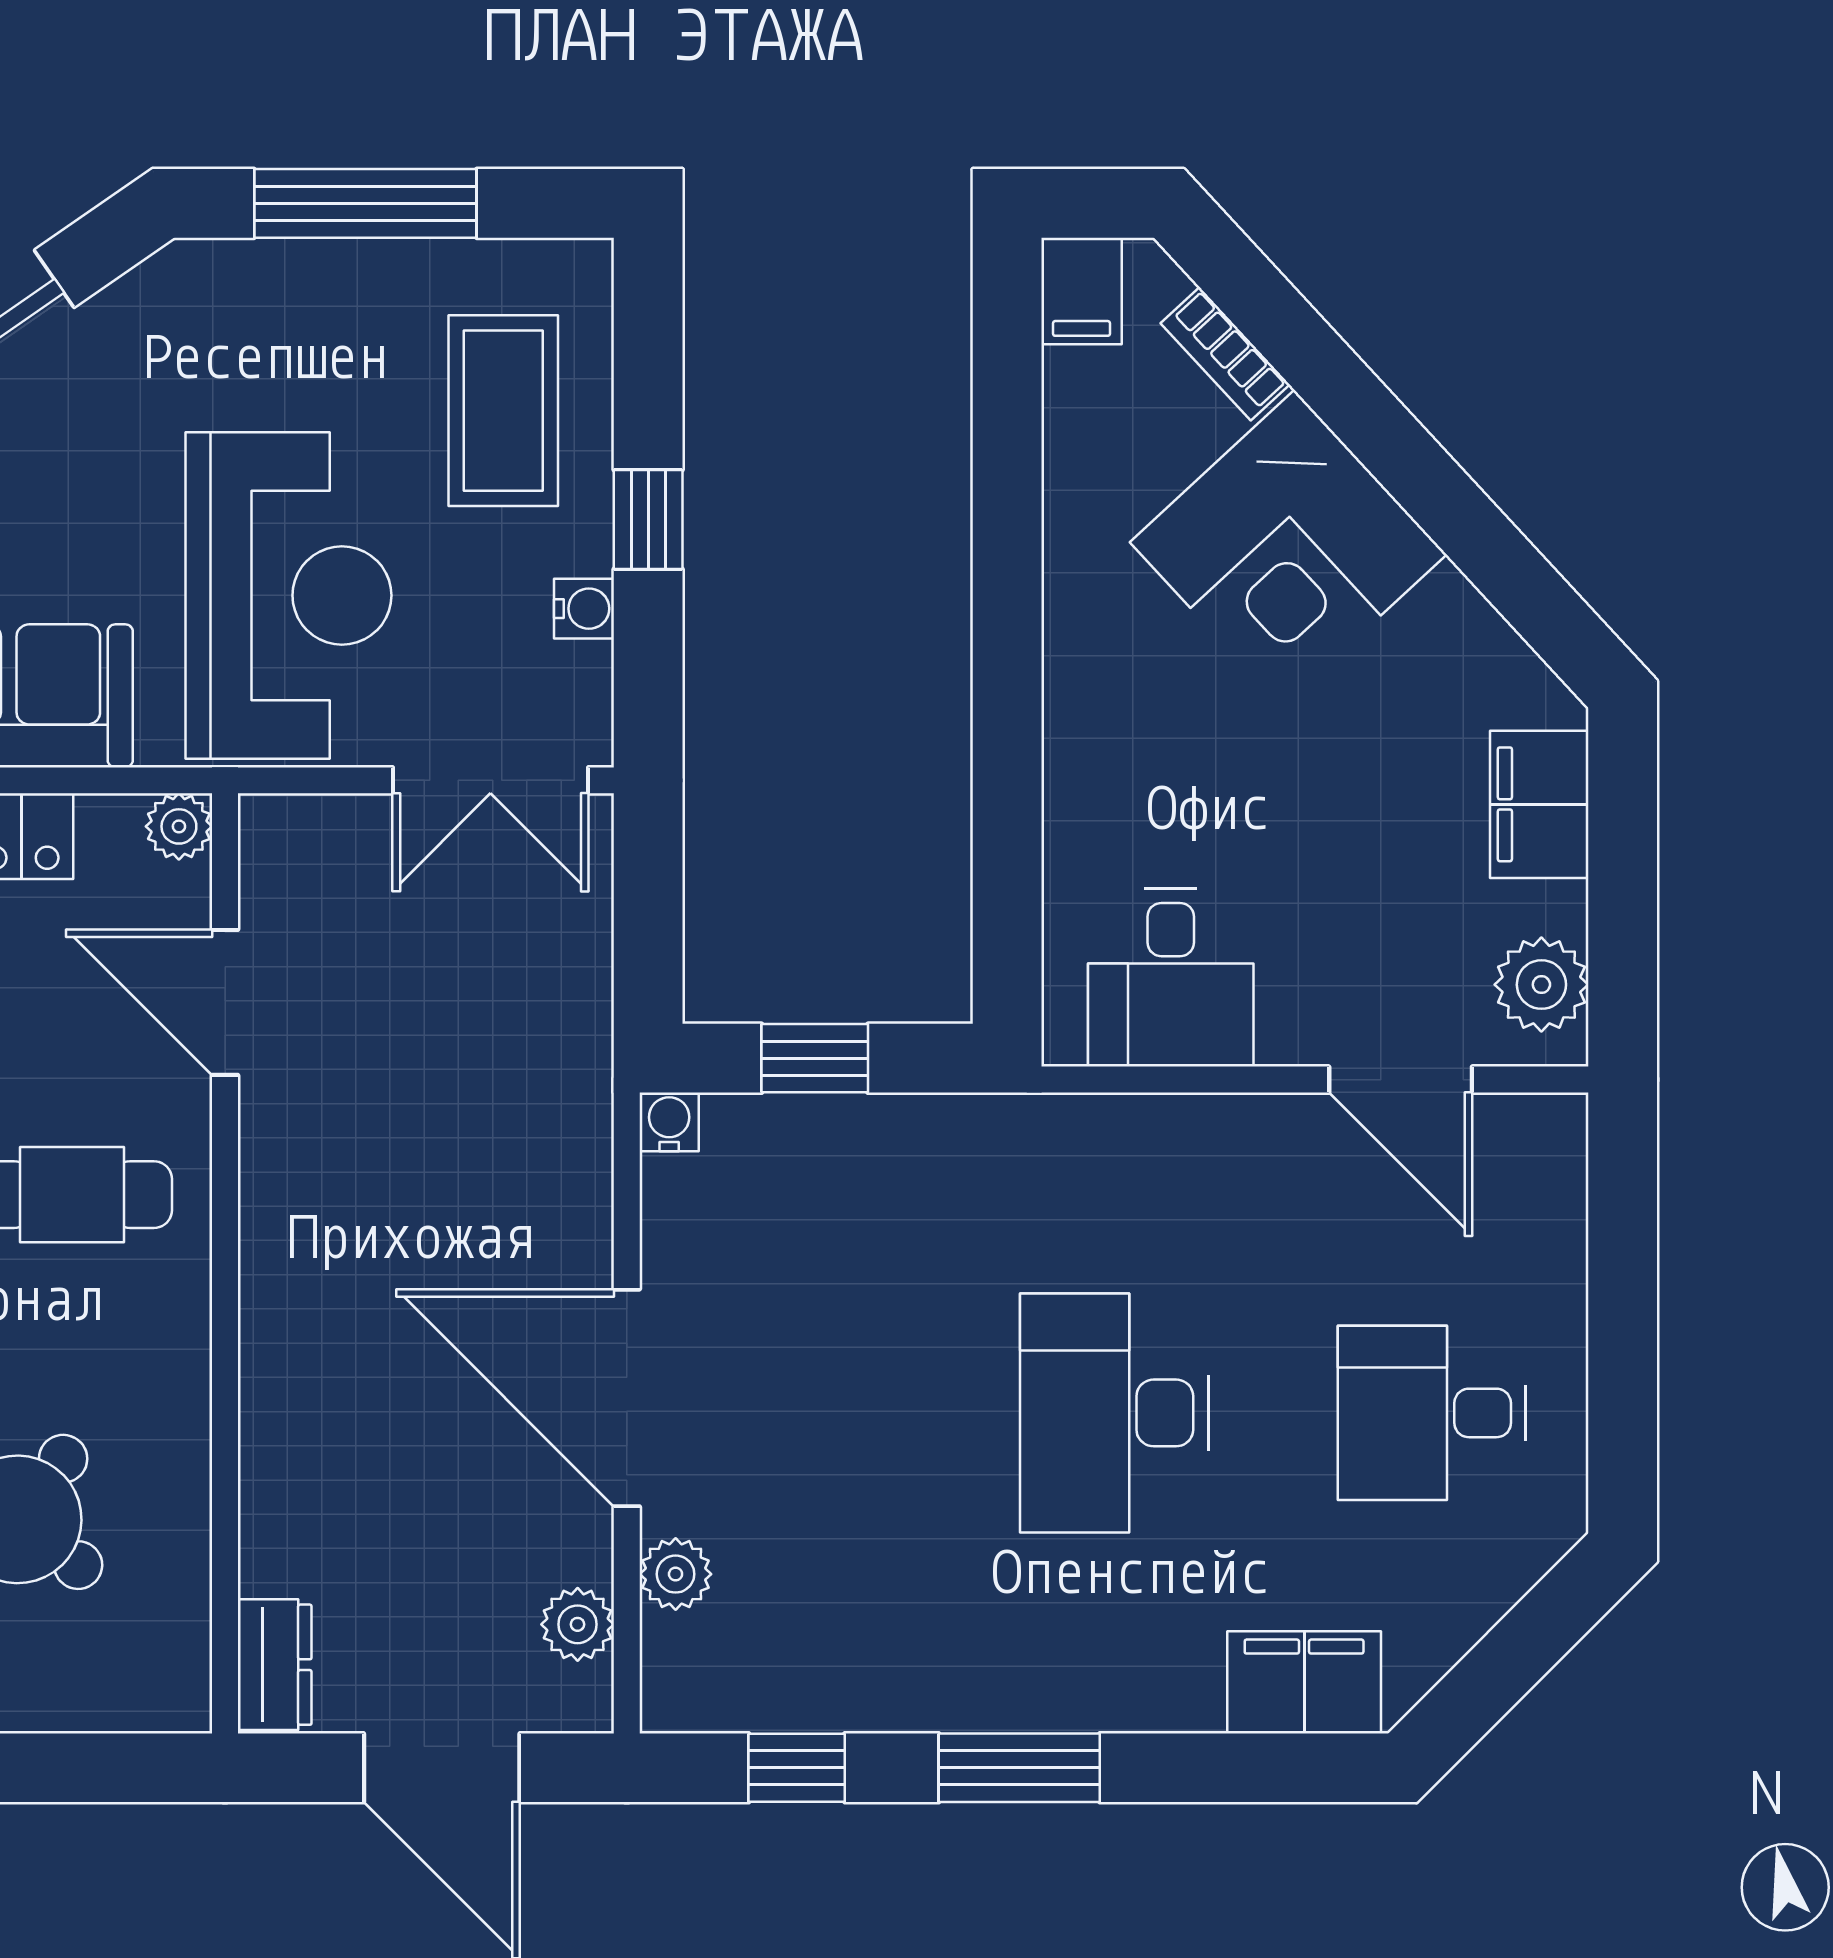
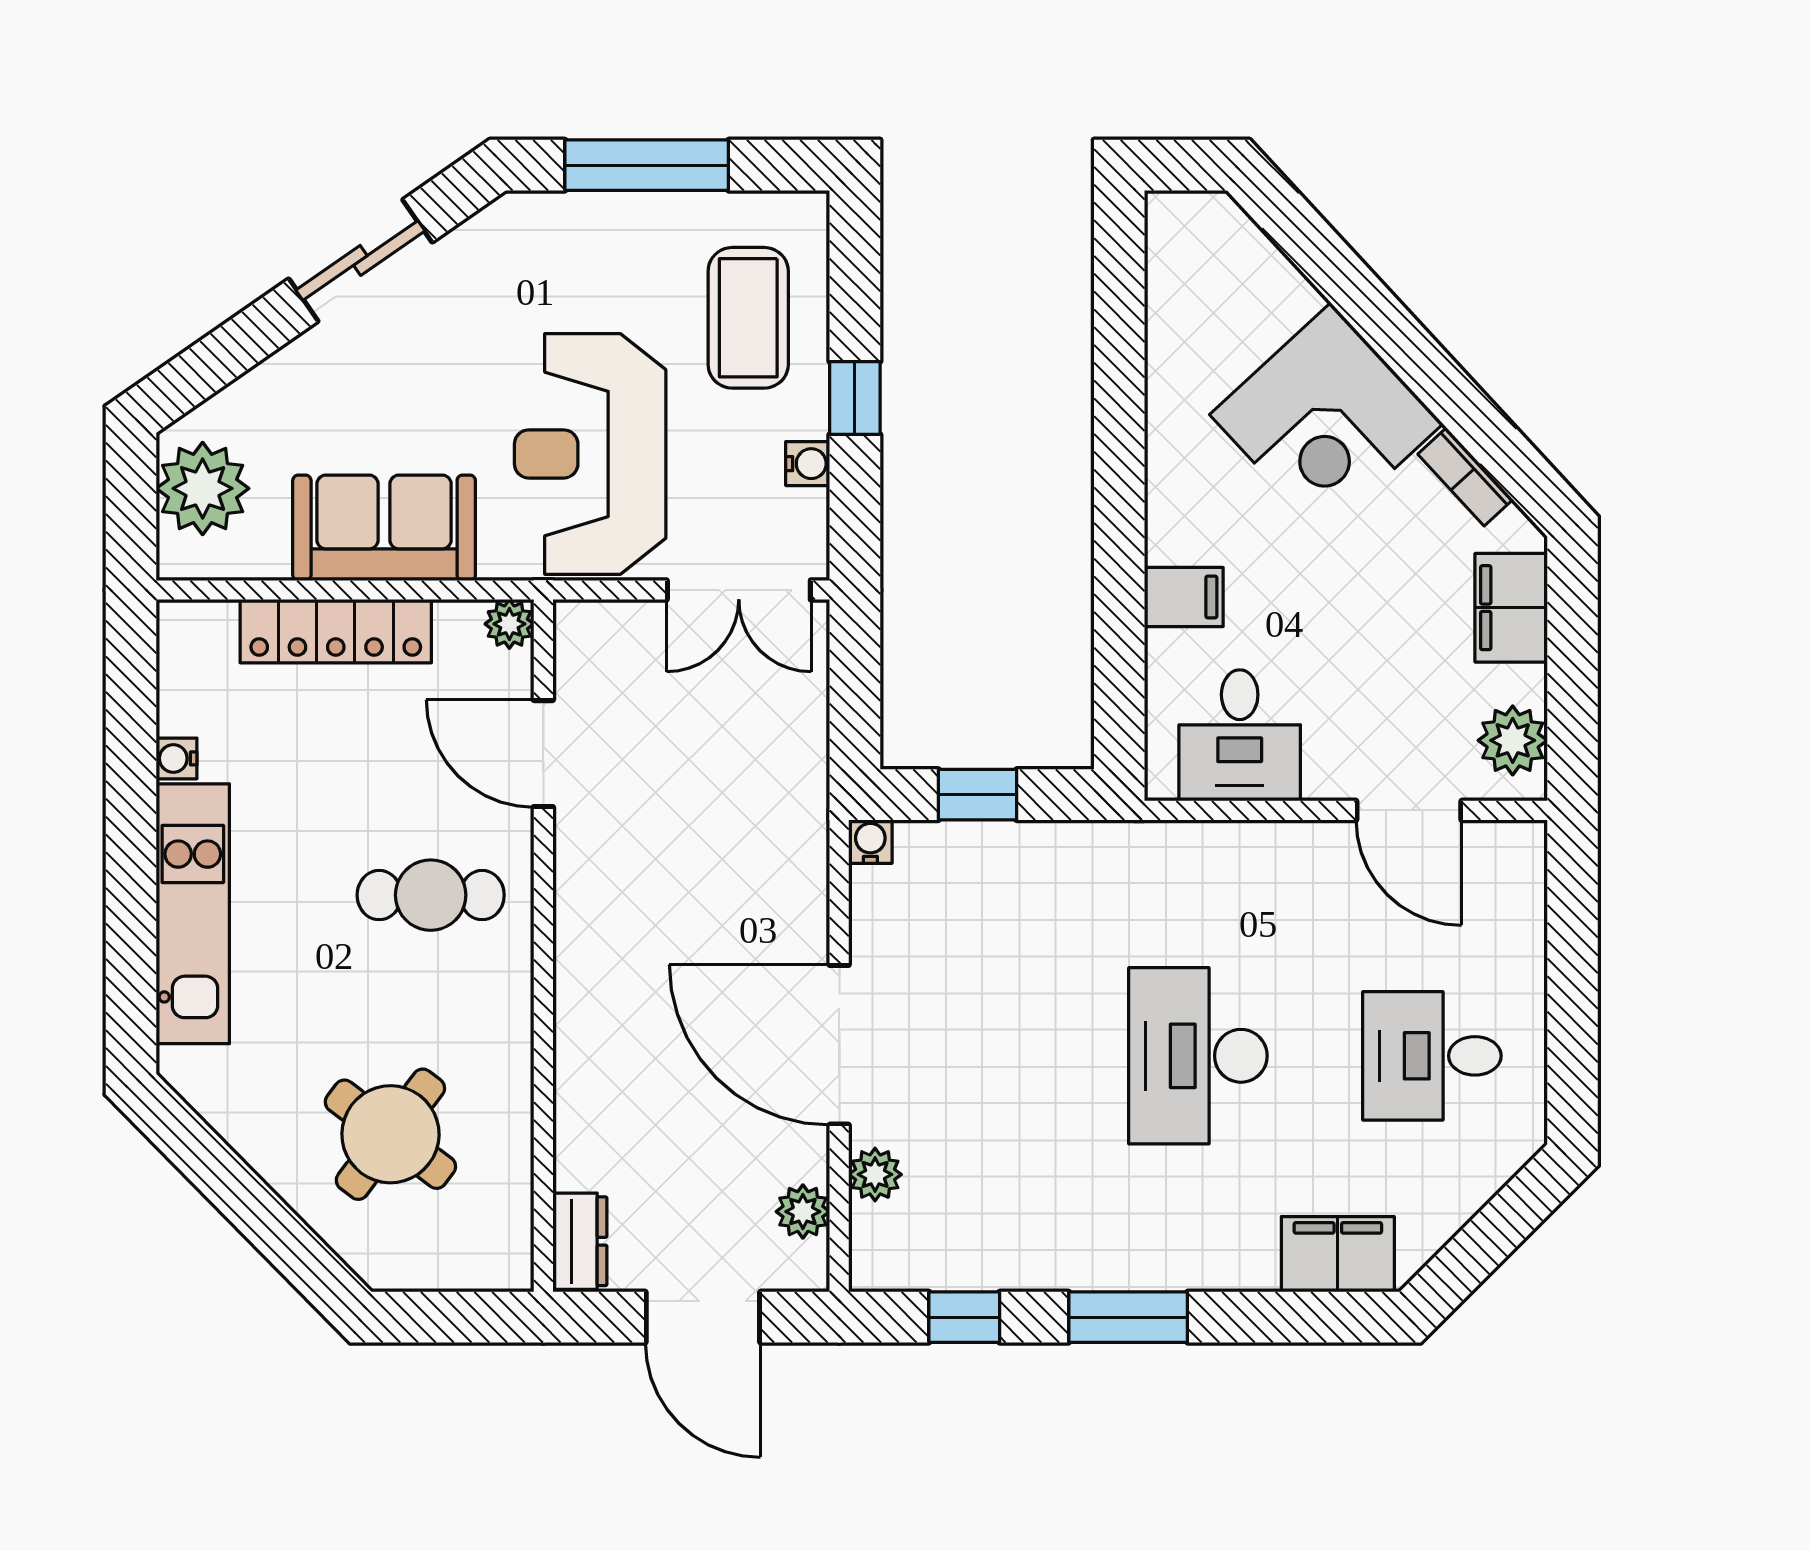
filing cabinet: (1081, 291) -> (1184, 597), moved, turned -90
bookcase: (1225, 354) -> (1465, 477), moved
reception desk: (289, 595) -> (590, 454), turned 180

